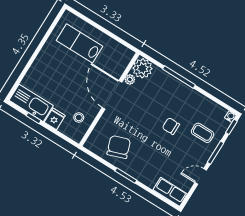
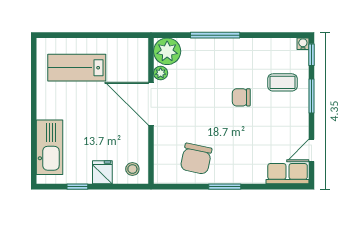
kitchen sink: (31, 103) -> (50, 147), moved, turned 90
stool: (79, 118) -> (132, 169), moved
chair: (119, 147) -> (196, 159), turned -149
door: (201, 176) -> (312, 150), moved

